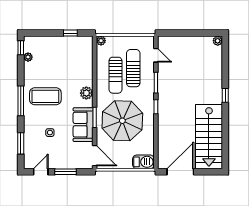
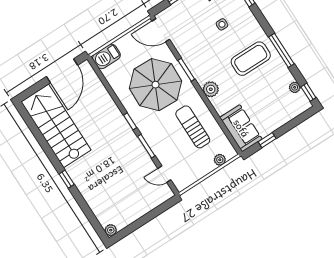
plant: (101, 41) -> (220, 160), moved
sun lounger: (133, 68) -> (179, 146), removed
window: (21, 101) -> (281, 50), moved
sofa: (83, 125) -> (241, 128), moved

